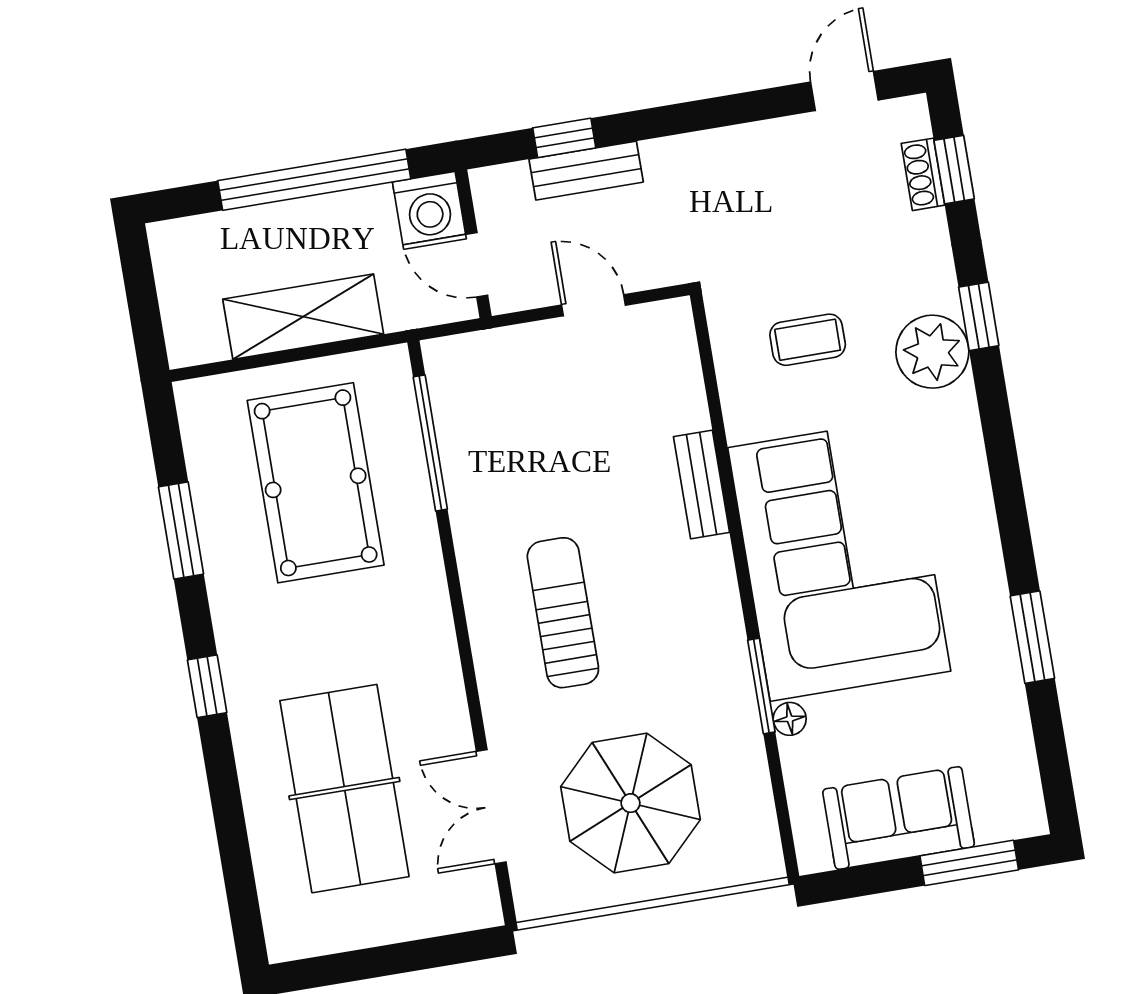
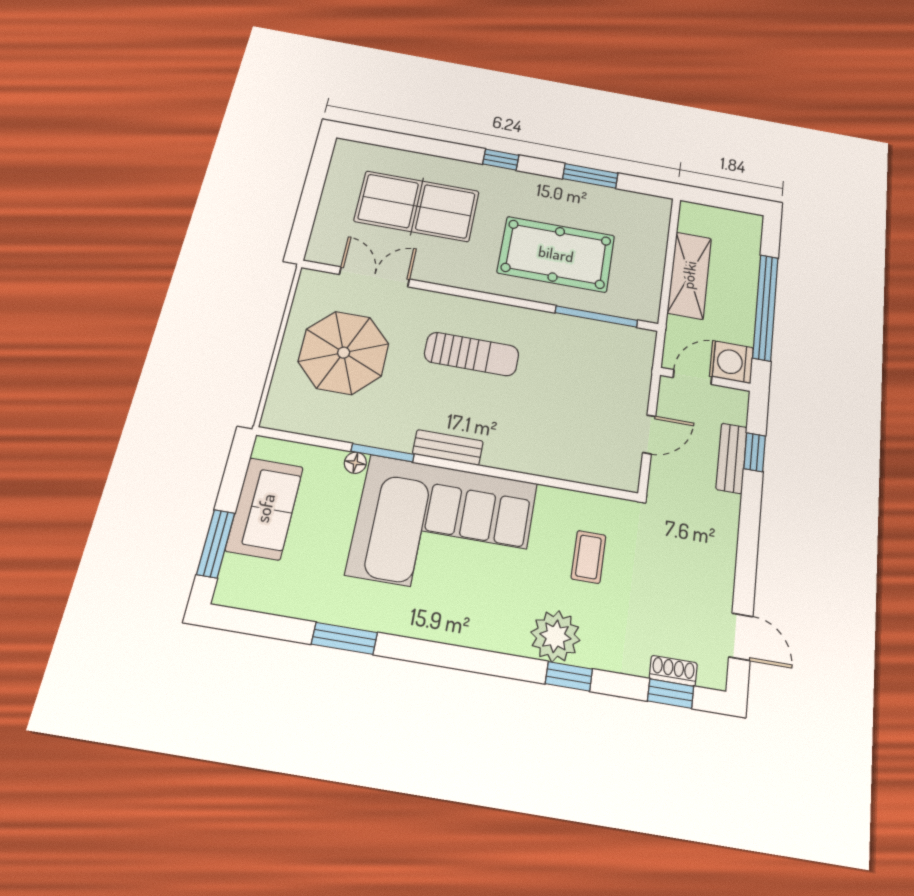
pool table: (316, 483) -> (556, 254), moved
bench: (701, 484) -> (448, 447), moved

